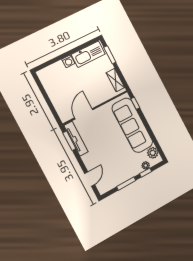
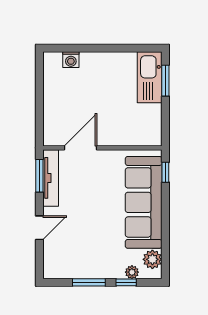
kitchen sink: (88, 54) -> (150, 77), moved, turned 90
washing machine: (68, 61) -> (71, 60), moved
shelving: (115, 80) -> (154, 122), removed
door: (90, 179) -> (39, 228), moved

